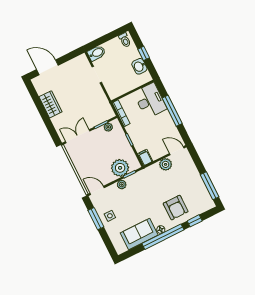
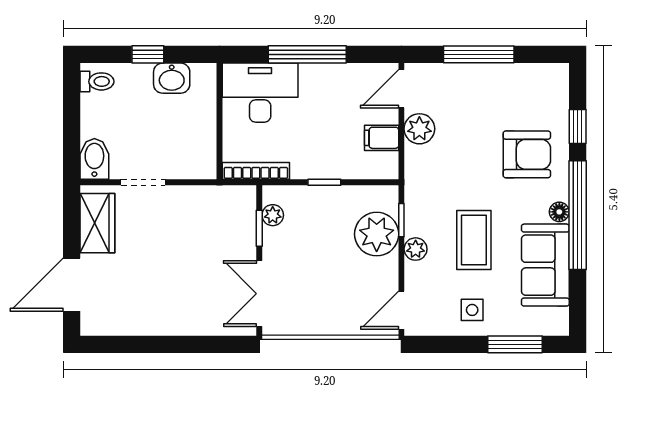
wardrobe: (50, 104) -> (97, 223), moved, turned 90
filing cabinet: (145, 158) -> (382, 138), moved
window: (210, 186) -> (479, 54), moved
coffee table: (135, 204) -> (474, 240), added
window: (96, 219) -> (515, 344), moved

